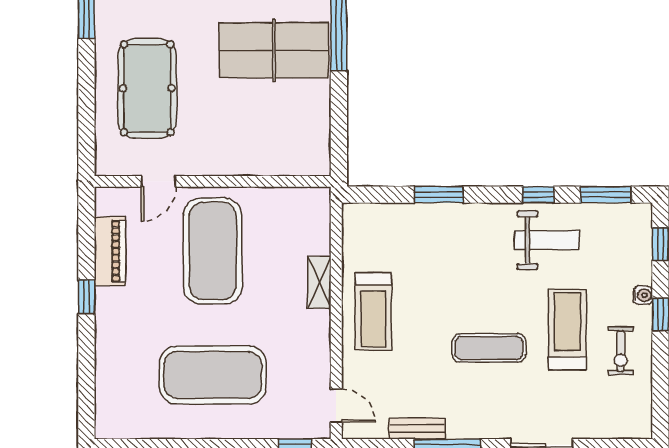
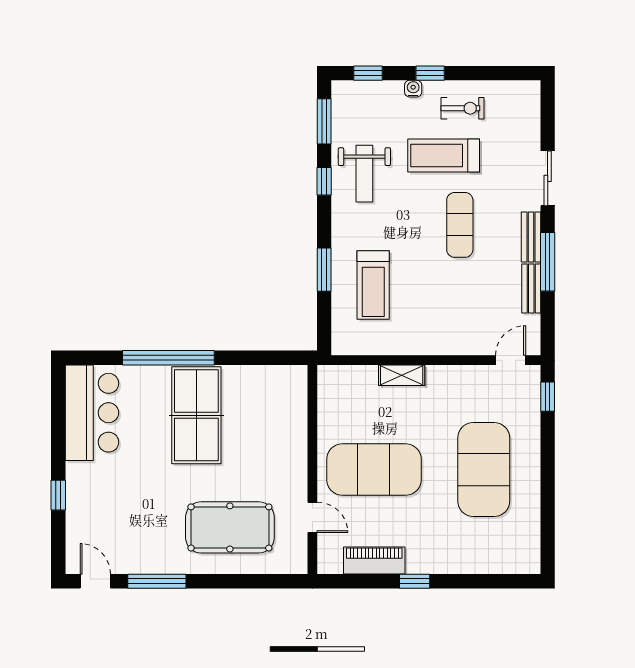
weight bench: (547, 240) -> (364, 174), turned 180
treadmill: (373, 311) -> (373, 285), moved, turned 90
bench: (475, 428) -> (531, 237), added

